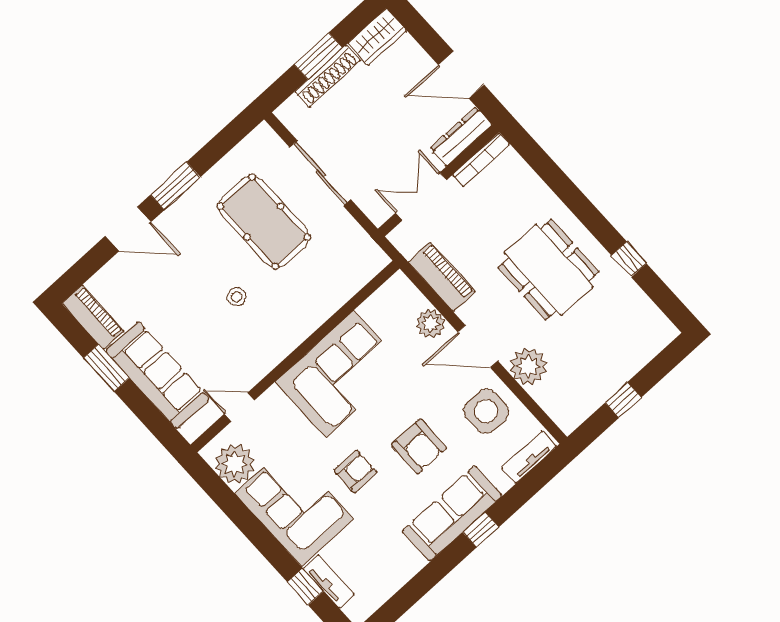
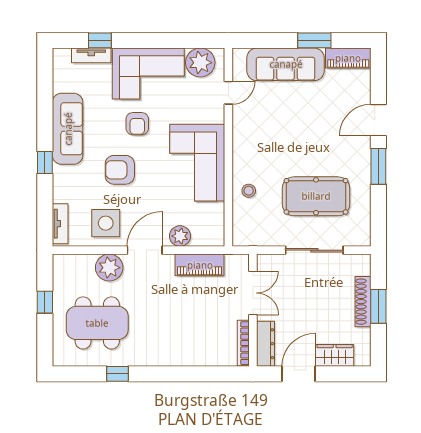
wardrobe: (377, 37) -> (335, 355), moved, turned 90
dining table: (548, 270) -> (97, 323), moved
stool: (236, 297) -> (249, 191), moved
sofa: (452, 513) -> (68, 129), moved

